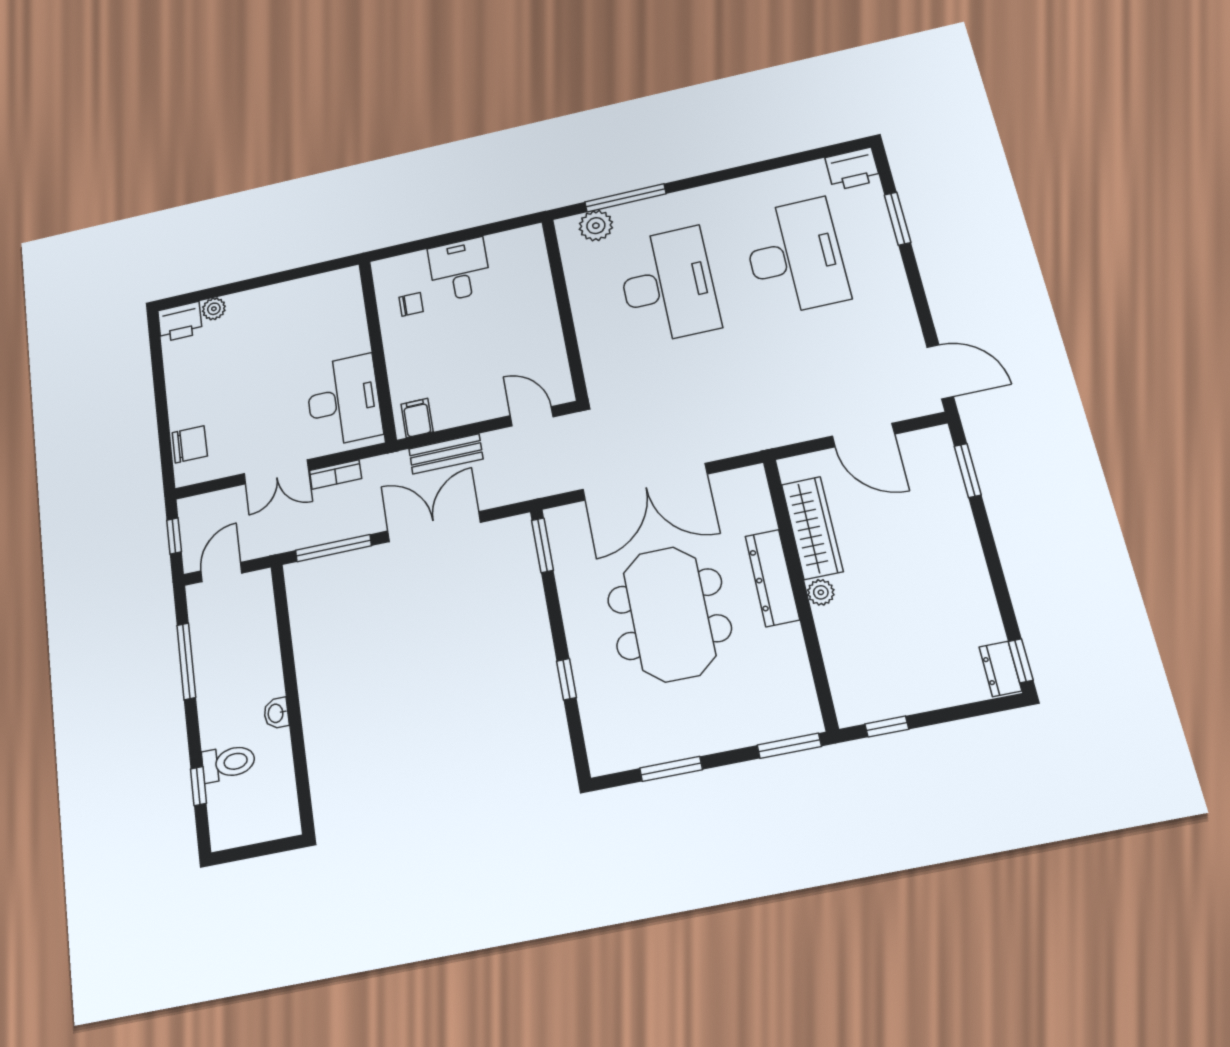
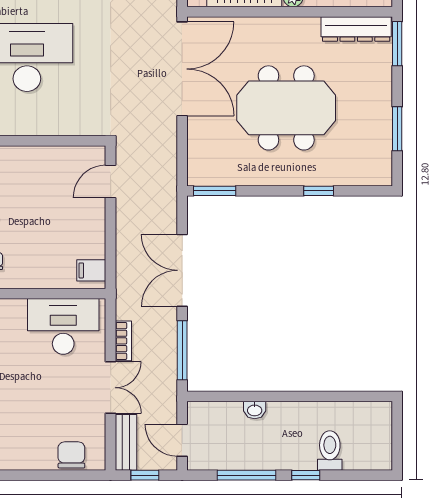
bench: (446, 454) -> (126, 442), moved
double door: (645, 482) -> (182, 69), moved
dresser: (772, 578) -> (356, 29), moved
washbasin: (276, 713) -> (255, 410), moved
window: (198, 786) -> (306, 475), moved

